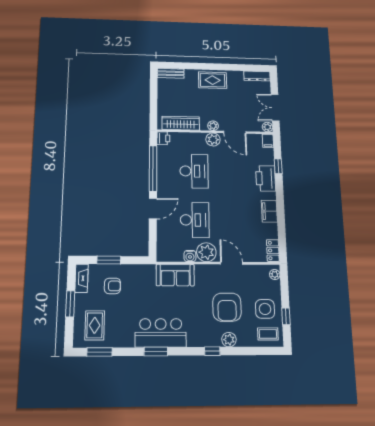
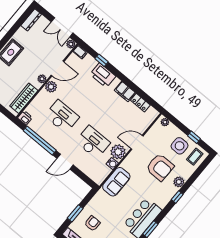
door: (153, 209) -> (65, 162), swing flipped
locker: (273, 250) -> (140, 103), moved

